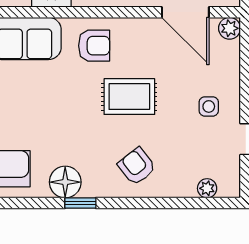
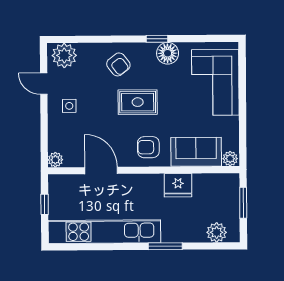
door: (185, 12) -> (101, 170), moved
rug: (129, 97) -> (138, 102), moved
plant: (207, 188) -> (64, 55), width x1.88, depth x1.88

